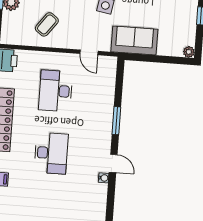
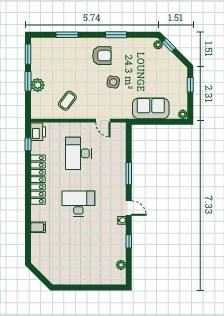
sofa: (134, 40) -> (151, 108), moved
desk: (51, 153) -> (78, 204), turned -90
window: (110, 205) -> (129, 241), added

